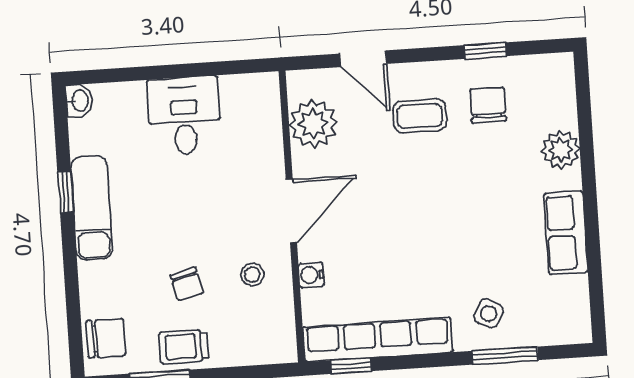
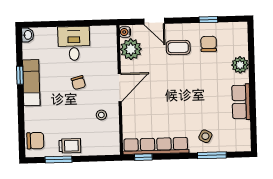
water cooler: (311, 275) -> (125, 32), moved
chair: (187, 284) -> (78, 83), moved
trolley: (184, 347) -> (70, 146), turned 180

